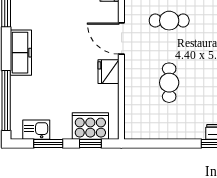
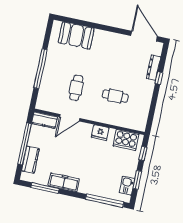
door: (121, 39) -> (70, 118), moved
freezer: (21, 53) -> (64, 182), moved
cooker: (90, 126) -> (126, 140), moved, turned -90

